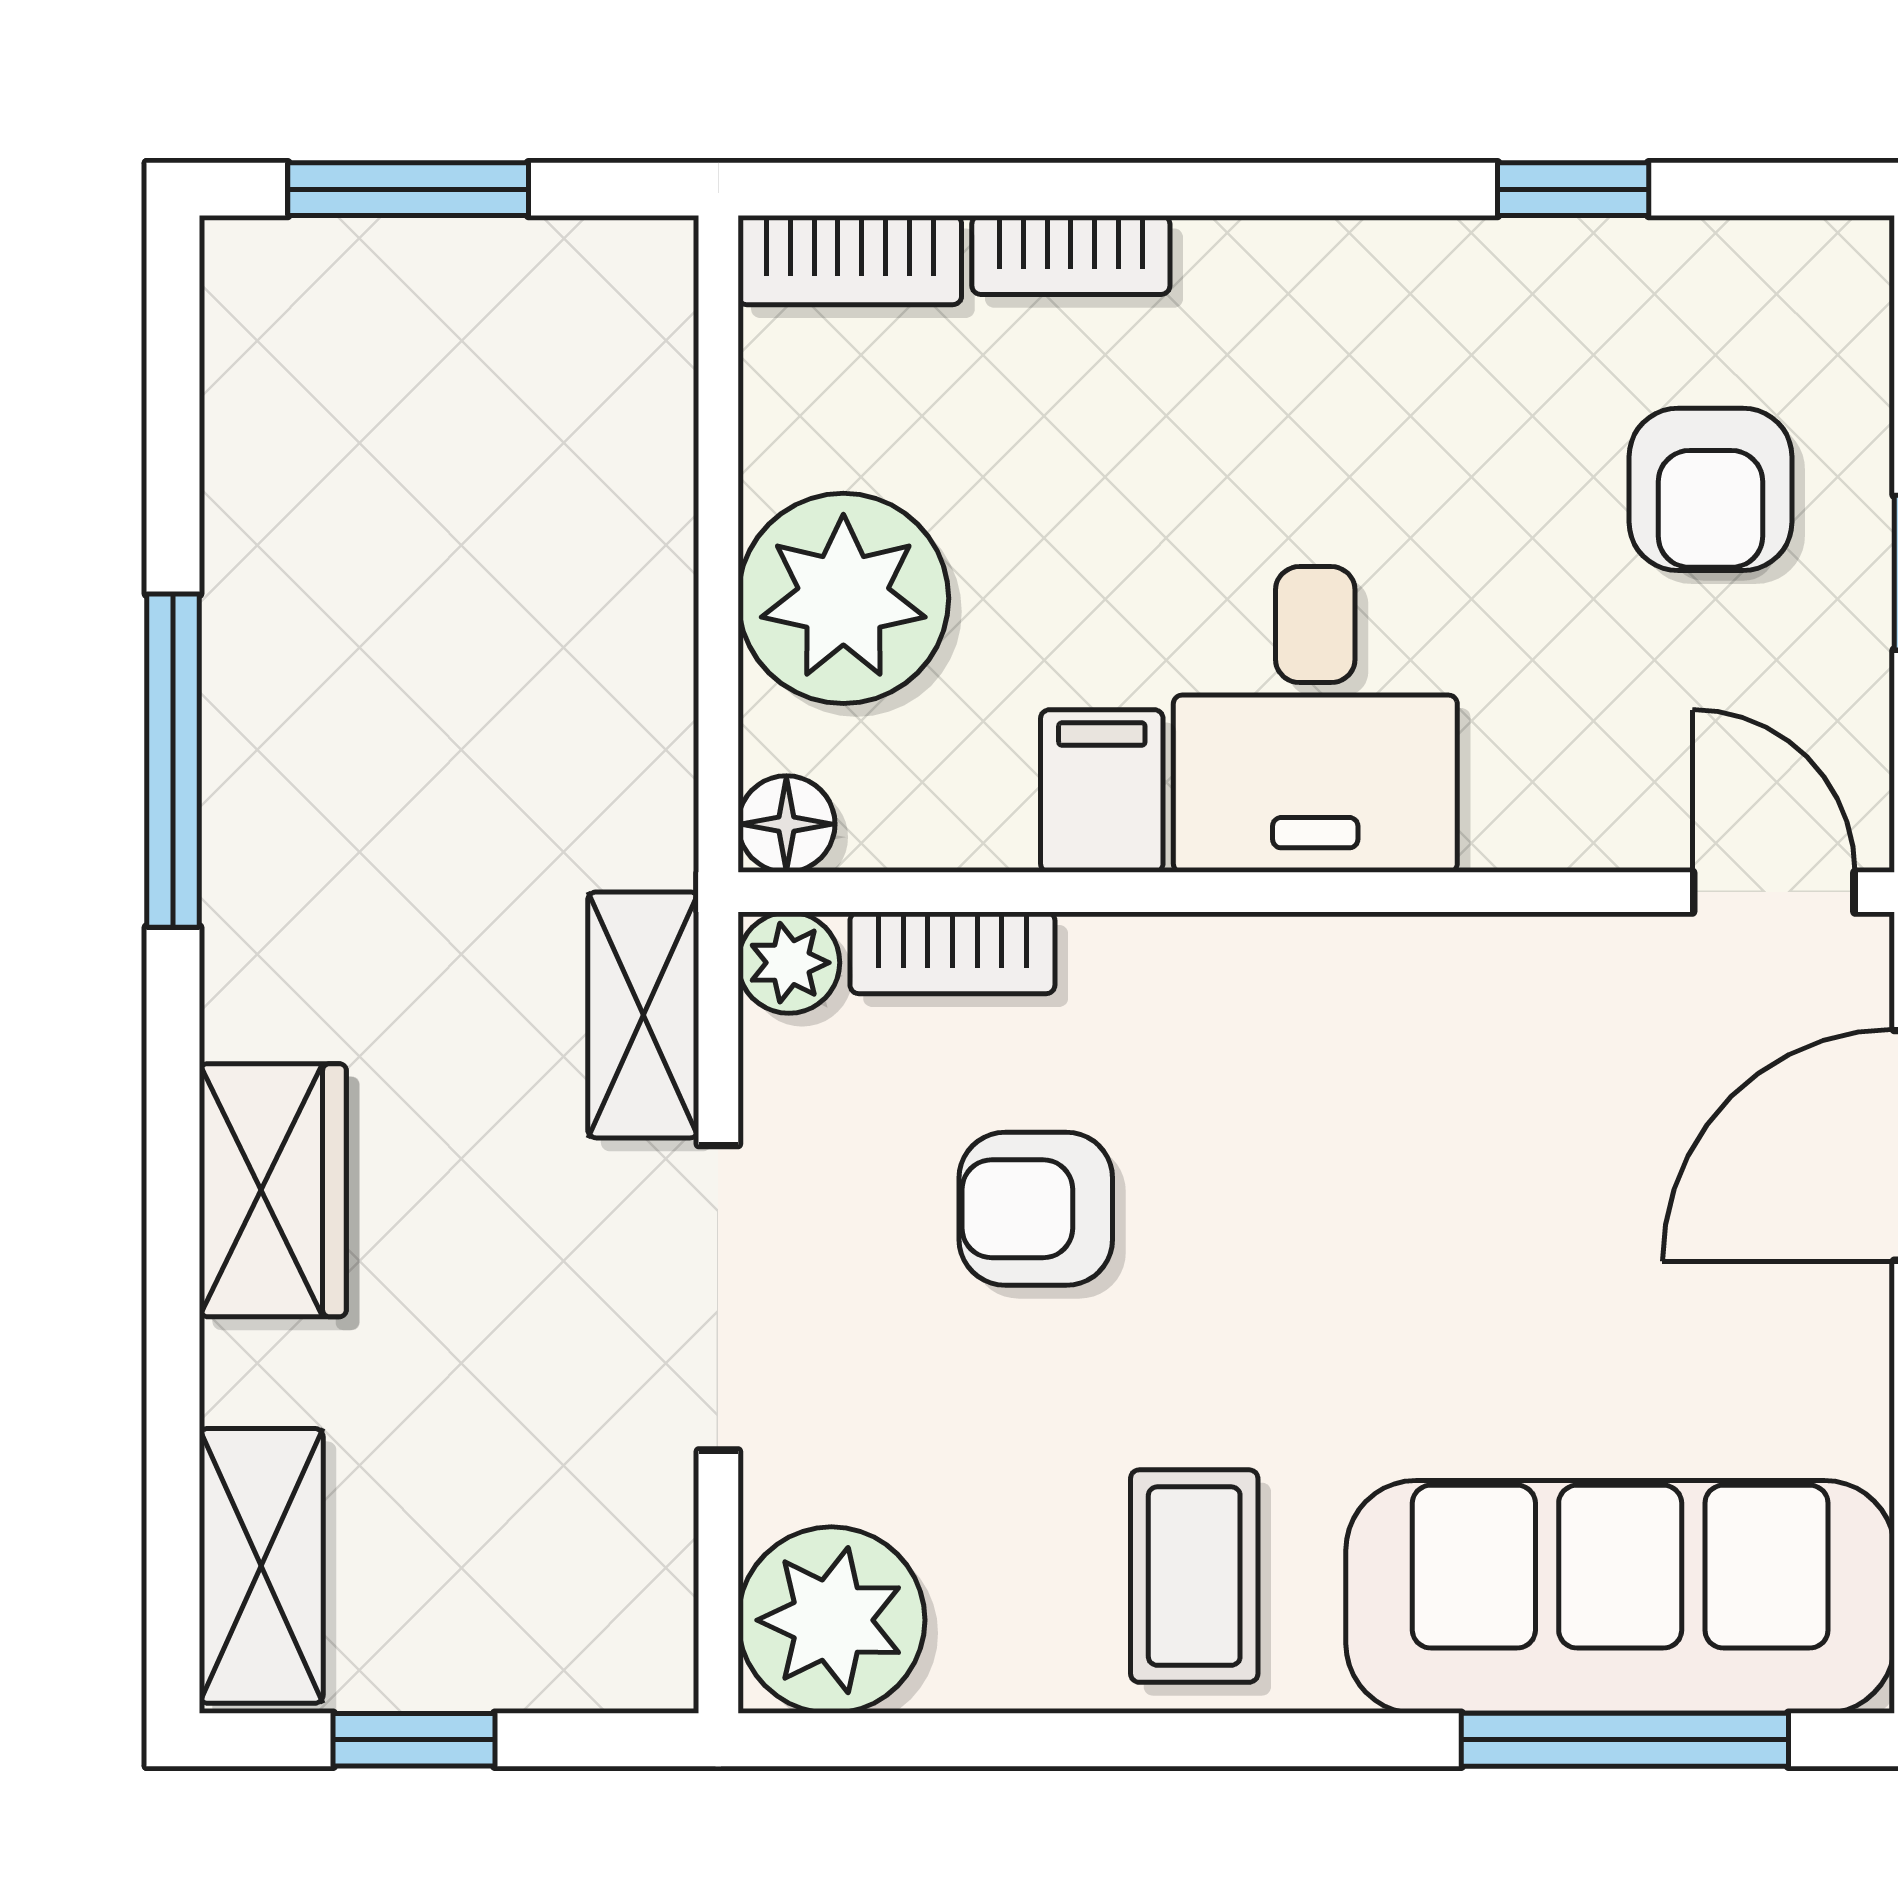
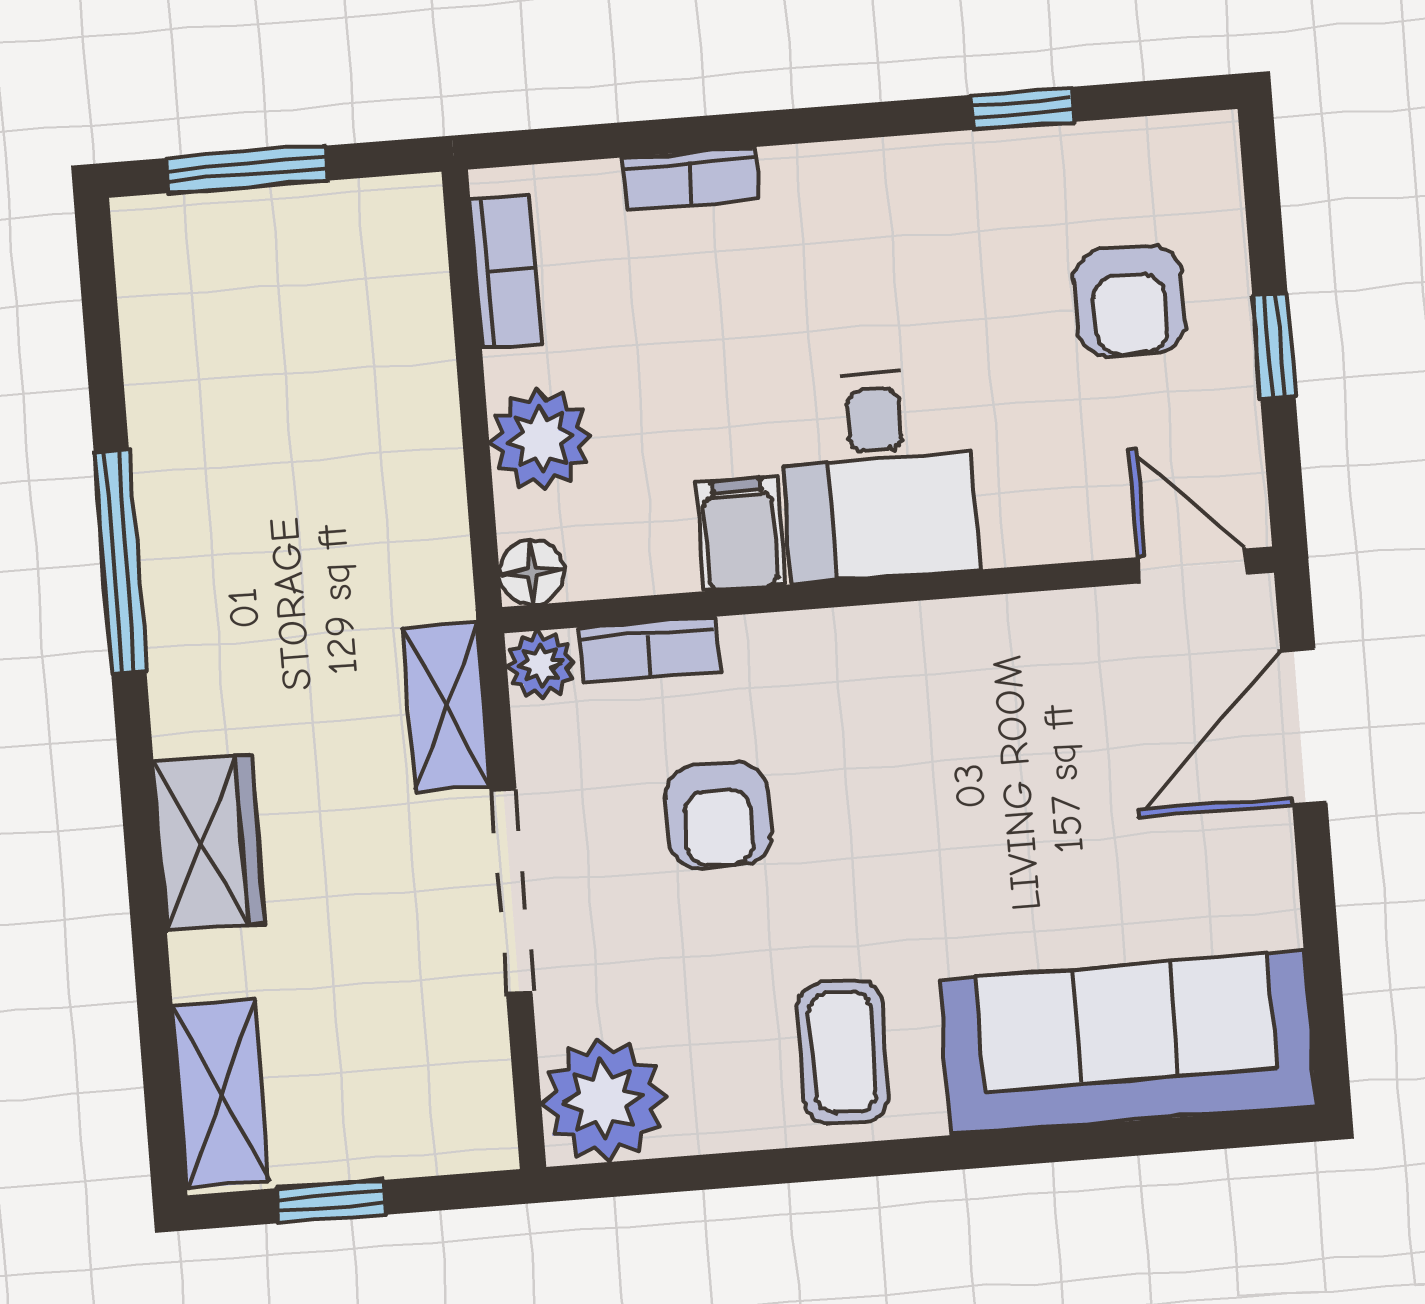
bookcase: (850, 260) -> (506, 271), moved, turned -90
plant: (843, 598) -> (541, 439), width x0.73, depth x0.73
armchair: (1036, 1209) -> (718, 815), turned -90
window: (1625, 1740) -> (1138, 1138), removed

